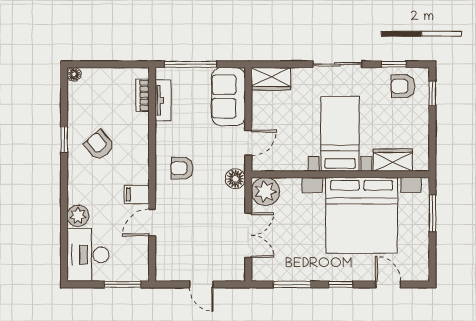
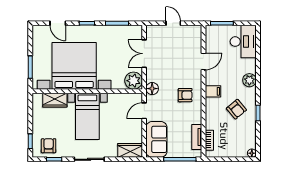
armchair: (403, 86) -> (49, 146), turned -90
filing cabinet: (137, 194) -> (213, 91), moved
plant: (78, 216) -> (249, 80), moved

